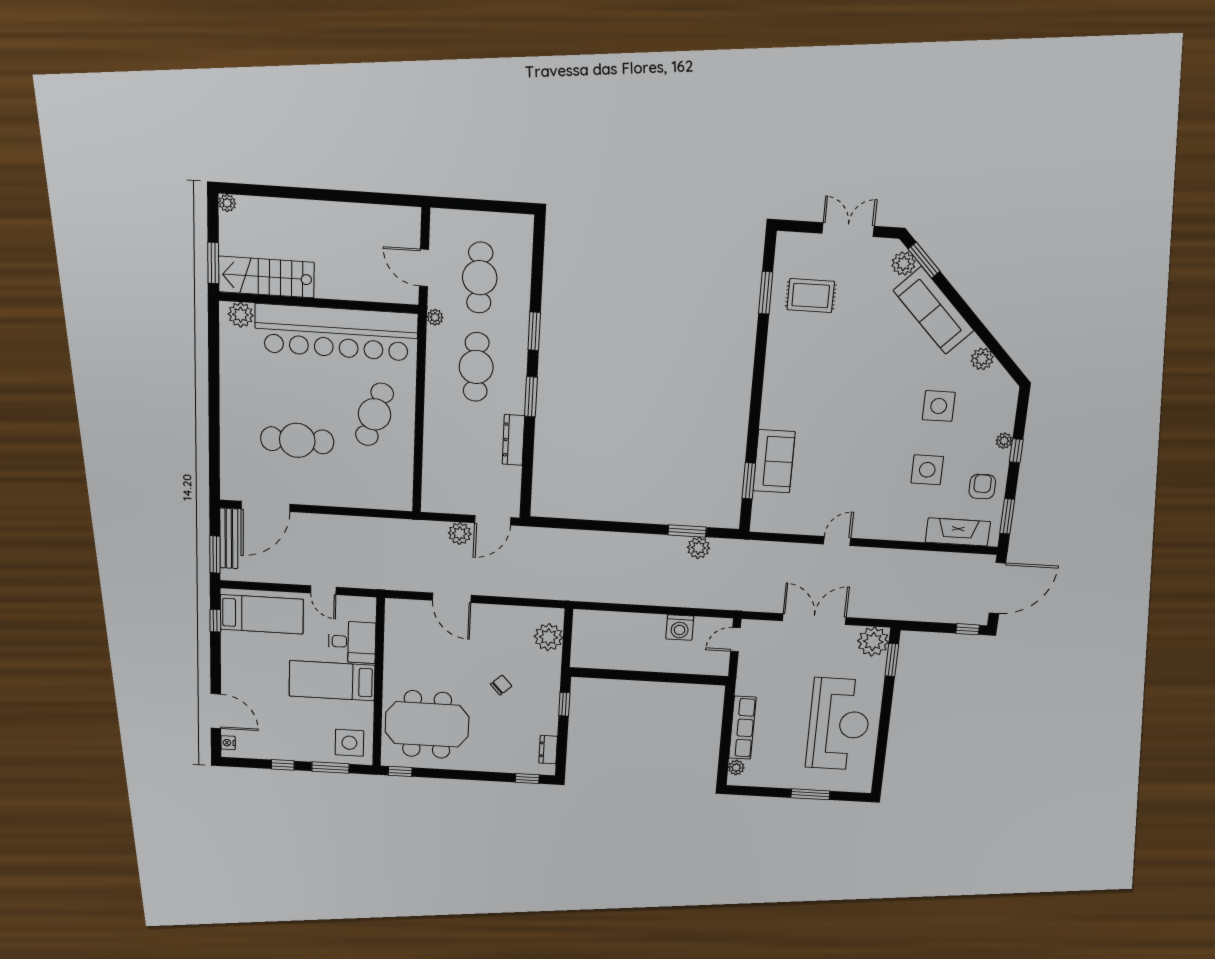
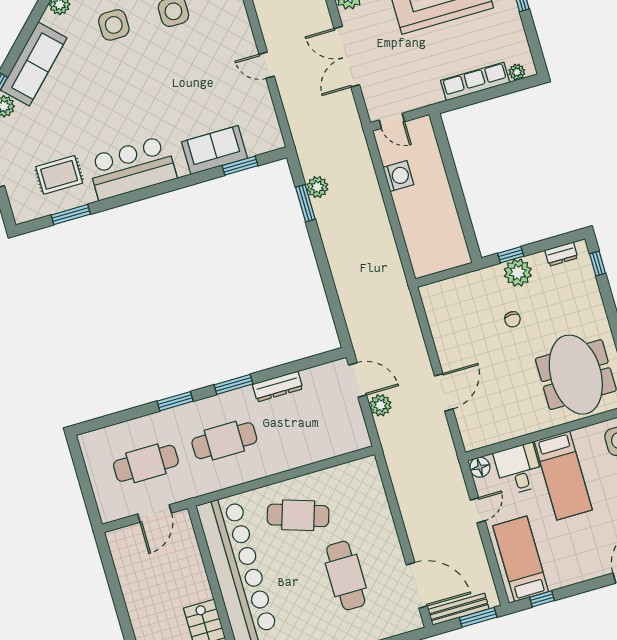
rug: (811, 296) -> (59, 175), turned 90
plant: (435, 317) -> (194, 490), removed
bar counter: (789, 373) -> (132, 168), added
floor lamp: (366, 607) -> (480, 467), added
plant: (549, 637) -> (518, 273), moved
chair: (501, 685) -> (512, 319), turned -138

